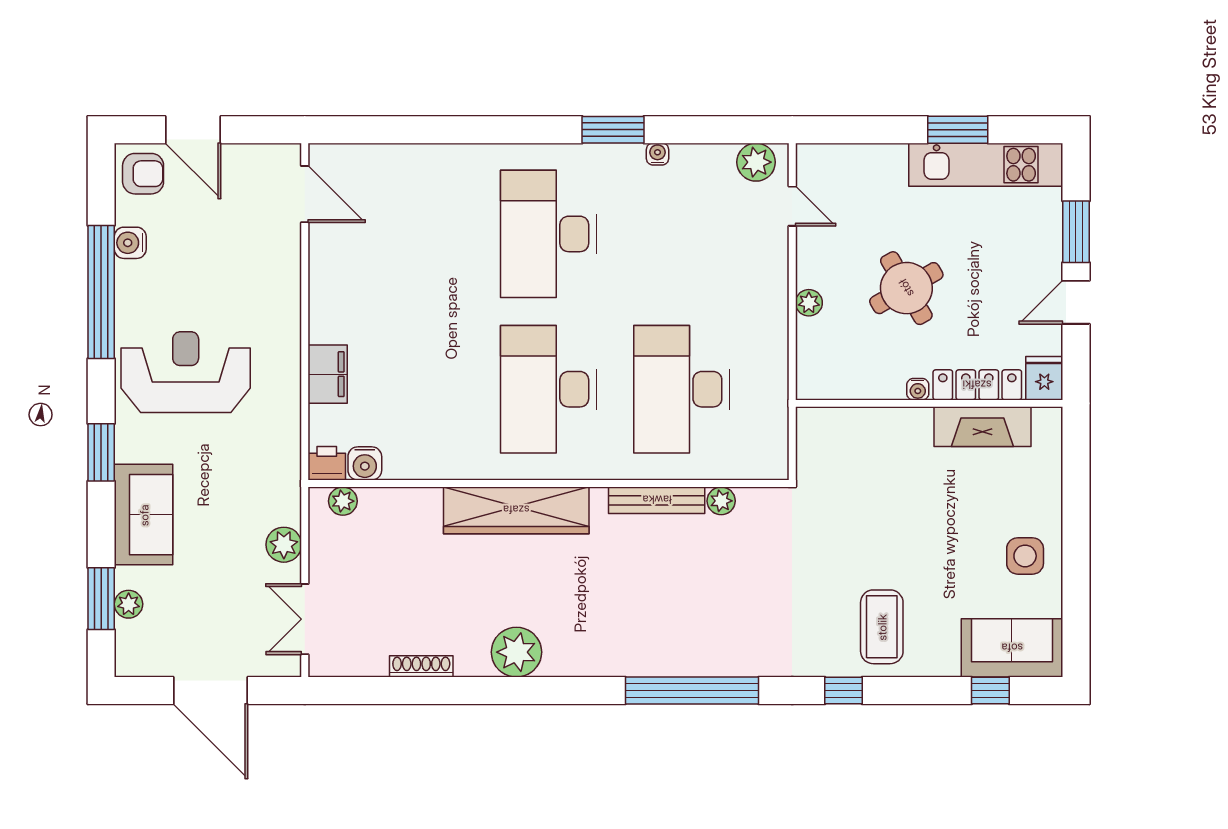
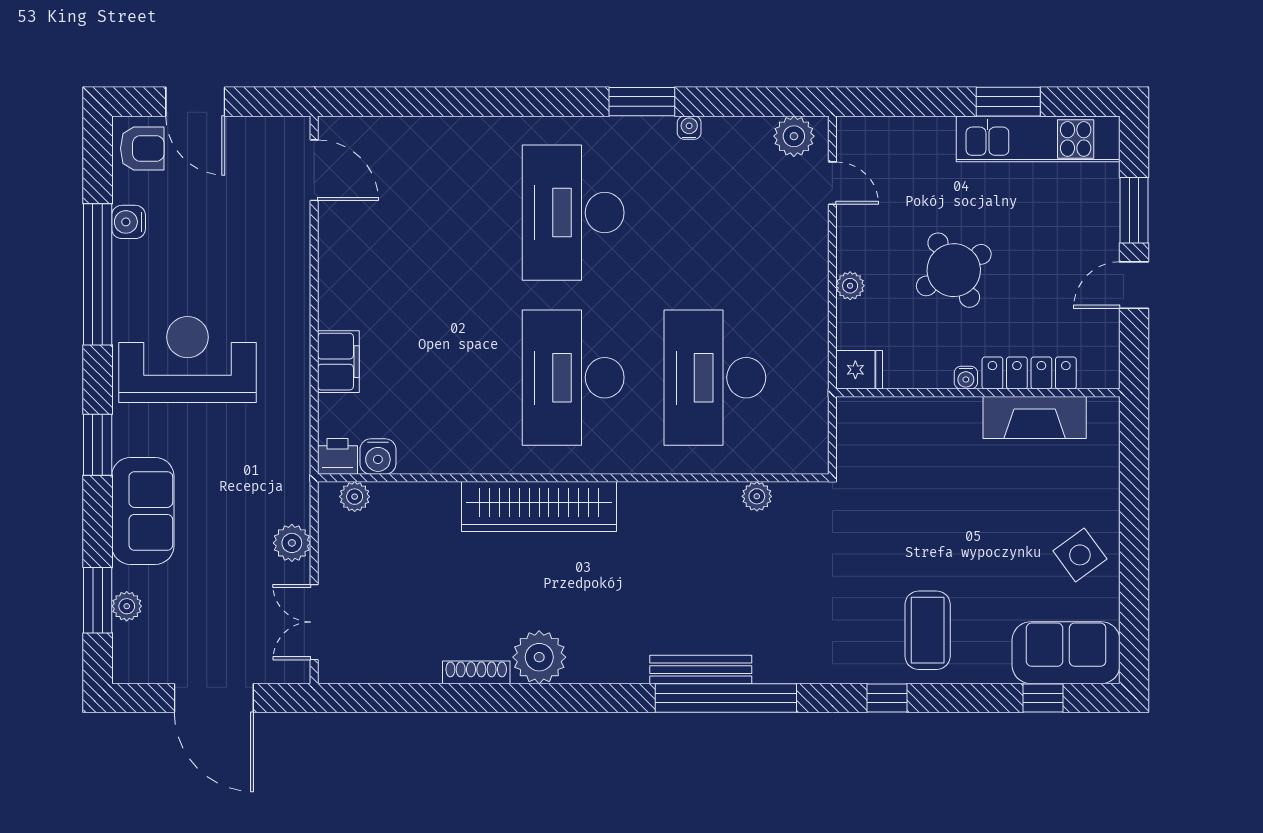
fridge: (1044, 378) -> (859, 370), moved, turned 90
bench: (657, 500) -> (701, 670), moved
side table: (1025, 556) -> (1080, 555), turned -36
shoe rack: (421, 666) -> (476, 672), moved

